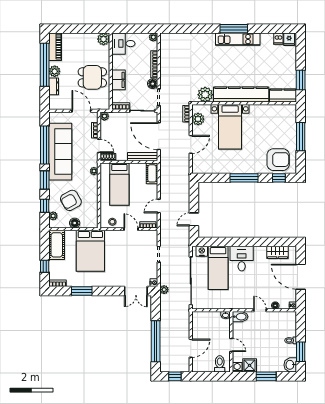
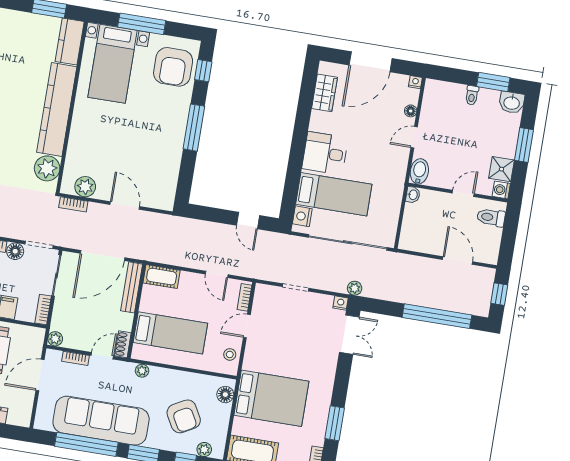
bed with nightstands: (230, 127) -> (113, 64), moved, turned 90
armchair: (278, 160) -> (173, 67), turned 180
floor lamp: (75, 223) -> (225, 395), moved

